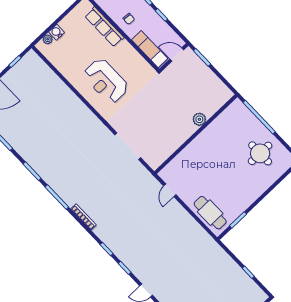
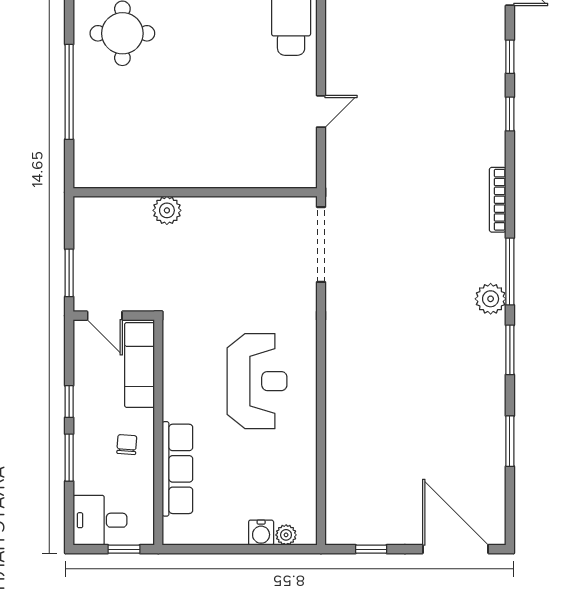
plant: (199, 119) -> (167, 210), moved
wall: (196, 134) -> (195, 192), moved
plant: (55, 182) -> (491, 299), added

